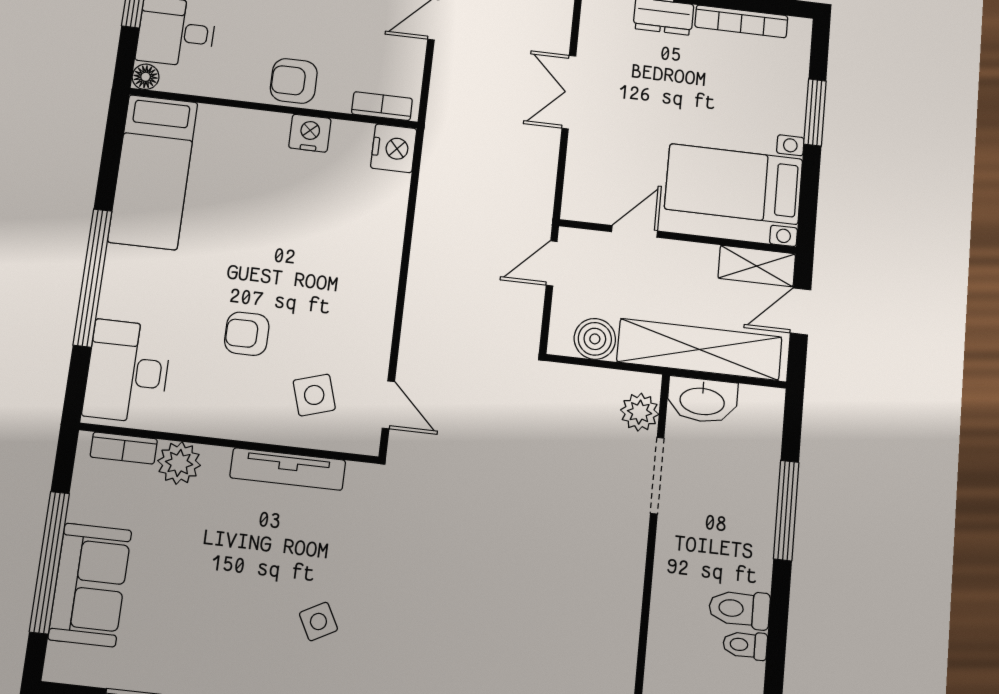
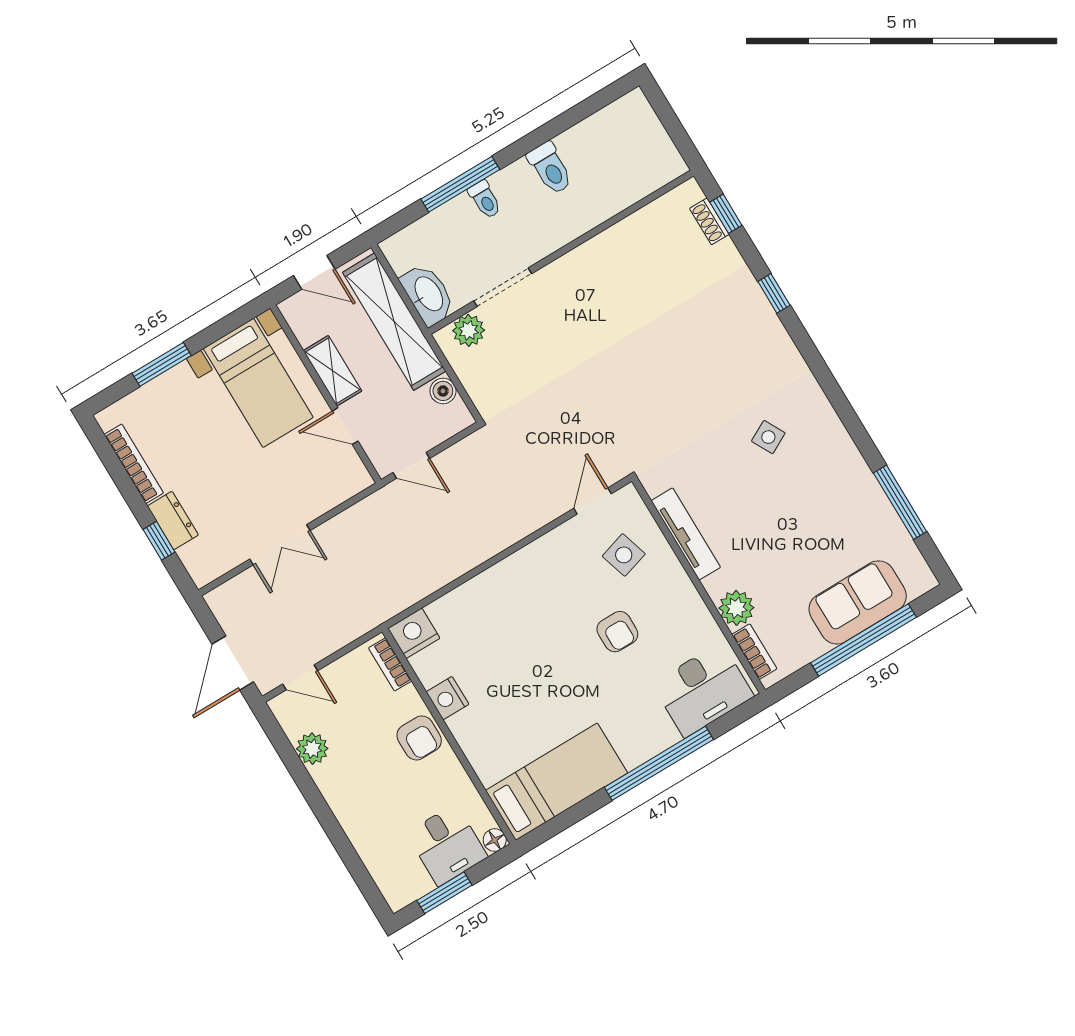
shelving: (757, 266) -> (333, 371), moved
boiler: (595, 339) -> (443, 391), width x0.73, depth x0.73
toilet: (745, 645) -> (485, 200), moved

